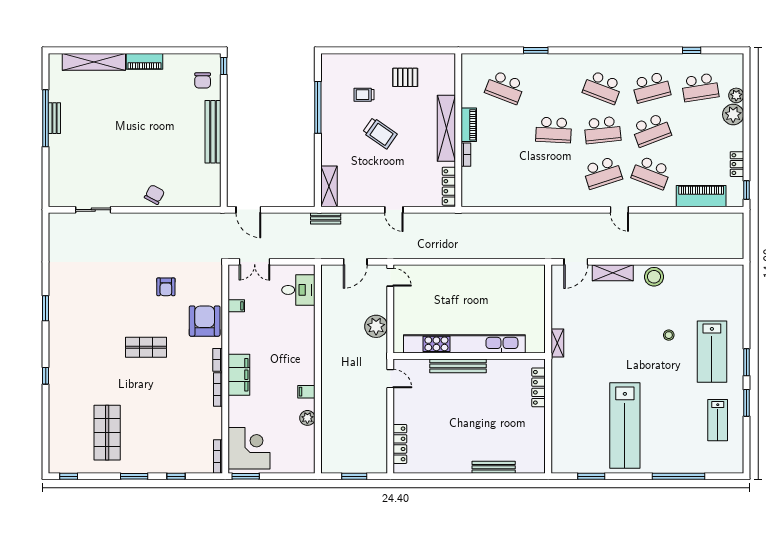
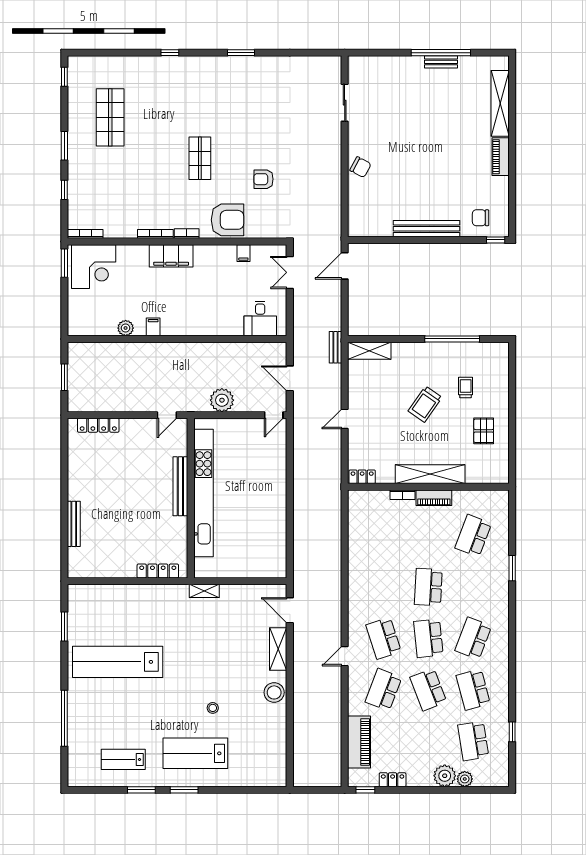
locker: (449, 186) -> (362, 477), width x0.66
shop shelf: (107, 433) -> (110, 117), turned 90

